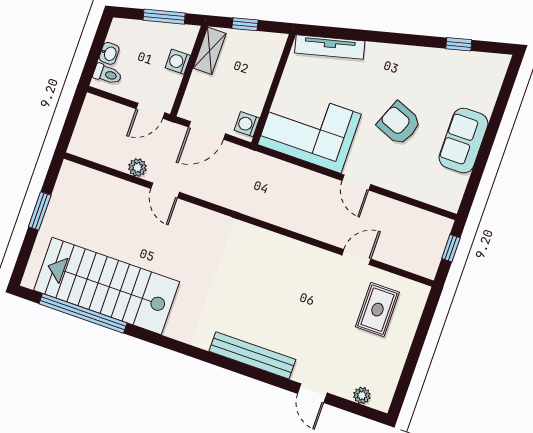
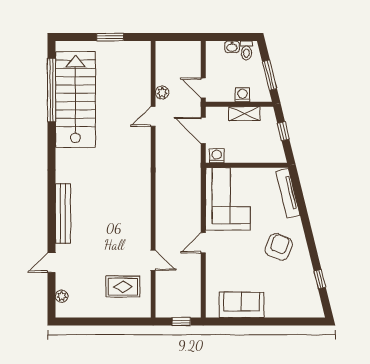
shelving: (210, 51) -> (244, 114), moved
toilet: (107, 74) -> (246, 51), moved
armchair: (399, 123) -> (279, 247), moved
sofa: (463, 141) -> (241, 305), moved

